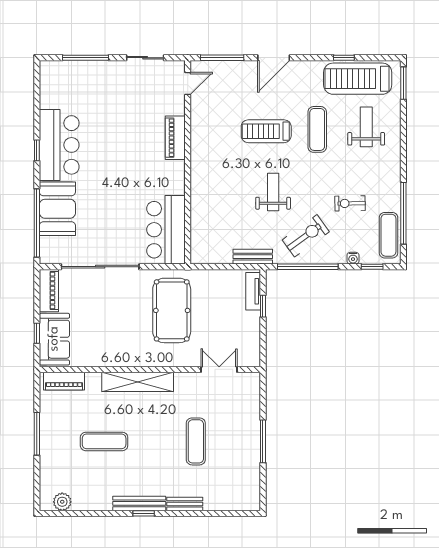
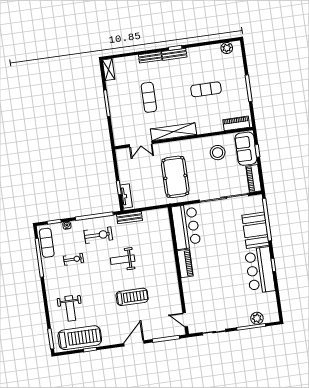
plant: (75, 70) -> (257, 318), added
door: (188, 83) -> (185, 320), hinge flipped
exercise mat: (317, 129) -> (100, 302), removed
piano: (175, 138) -> (185, 263), moved
weight bench: (273, 192) -> (123, 260), turned 90
exercise bike: (306, 236) -> (98, 235), turned -144
stool: (100, 339) -> (218, 153), added
shelving: (138, 382) -> (174, 132), moved
shelving: (253, 494) -> (109, 70), added
bench: (139, 503) -> (174, 54), width x0.73

